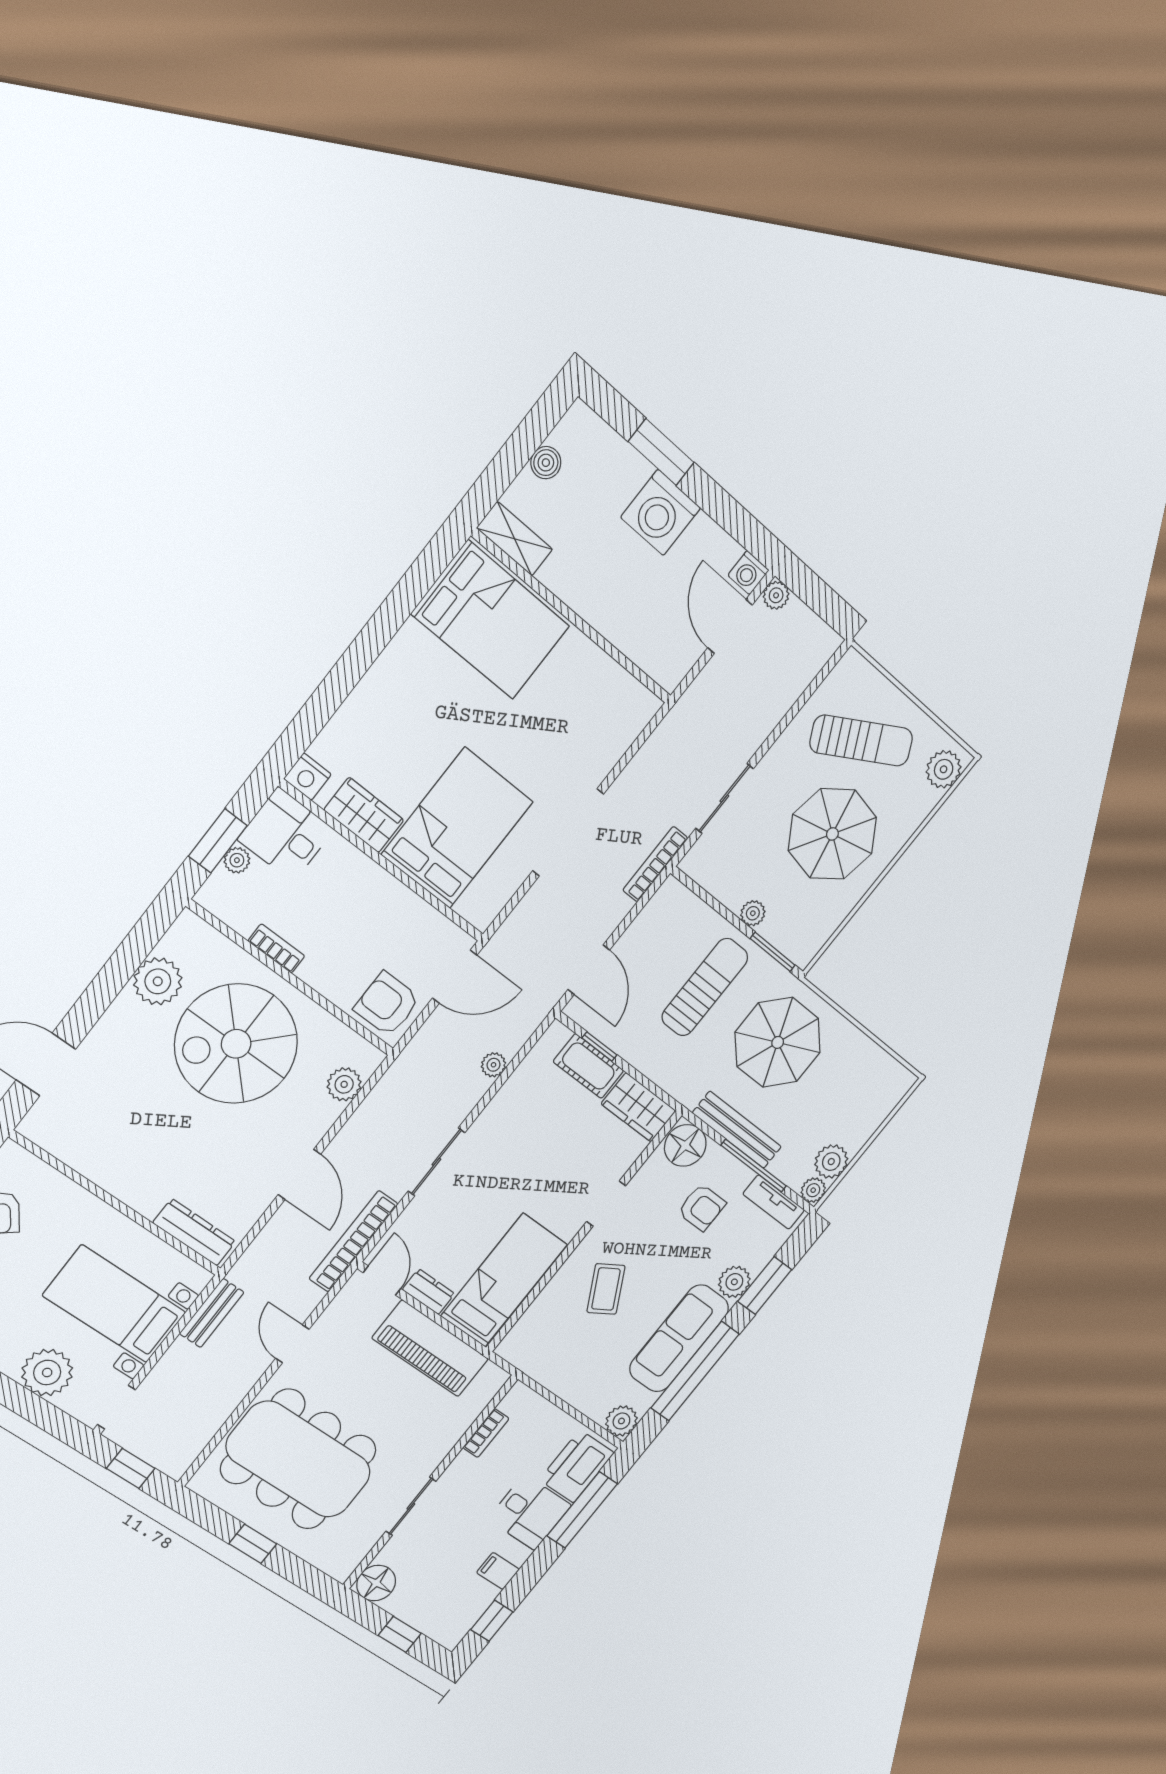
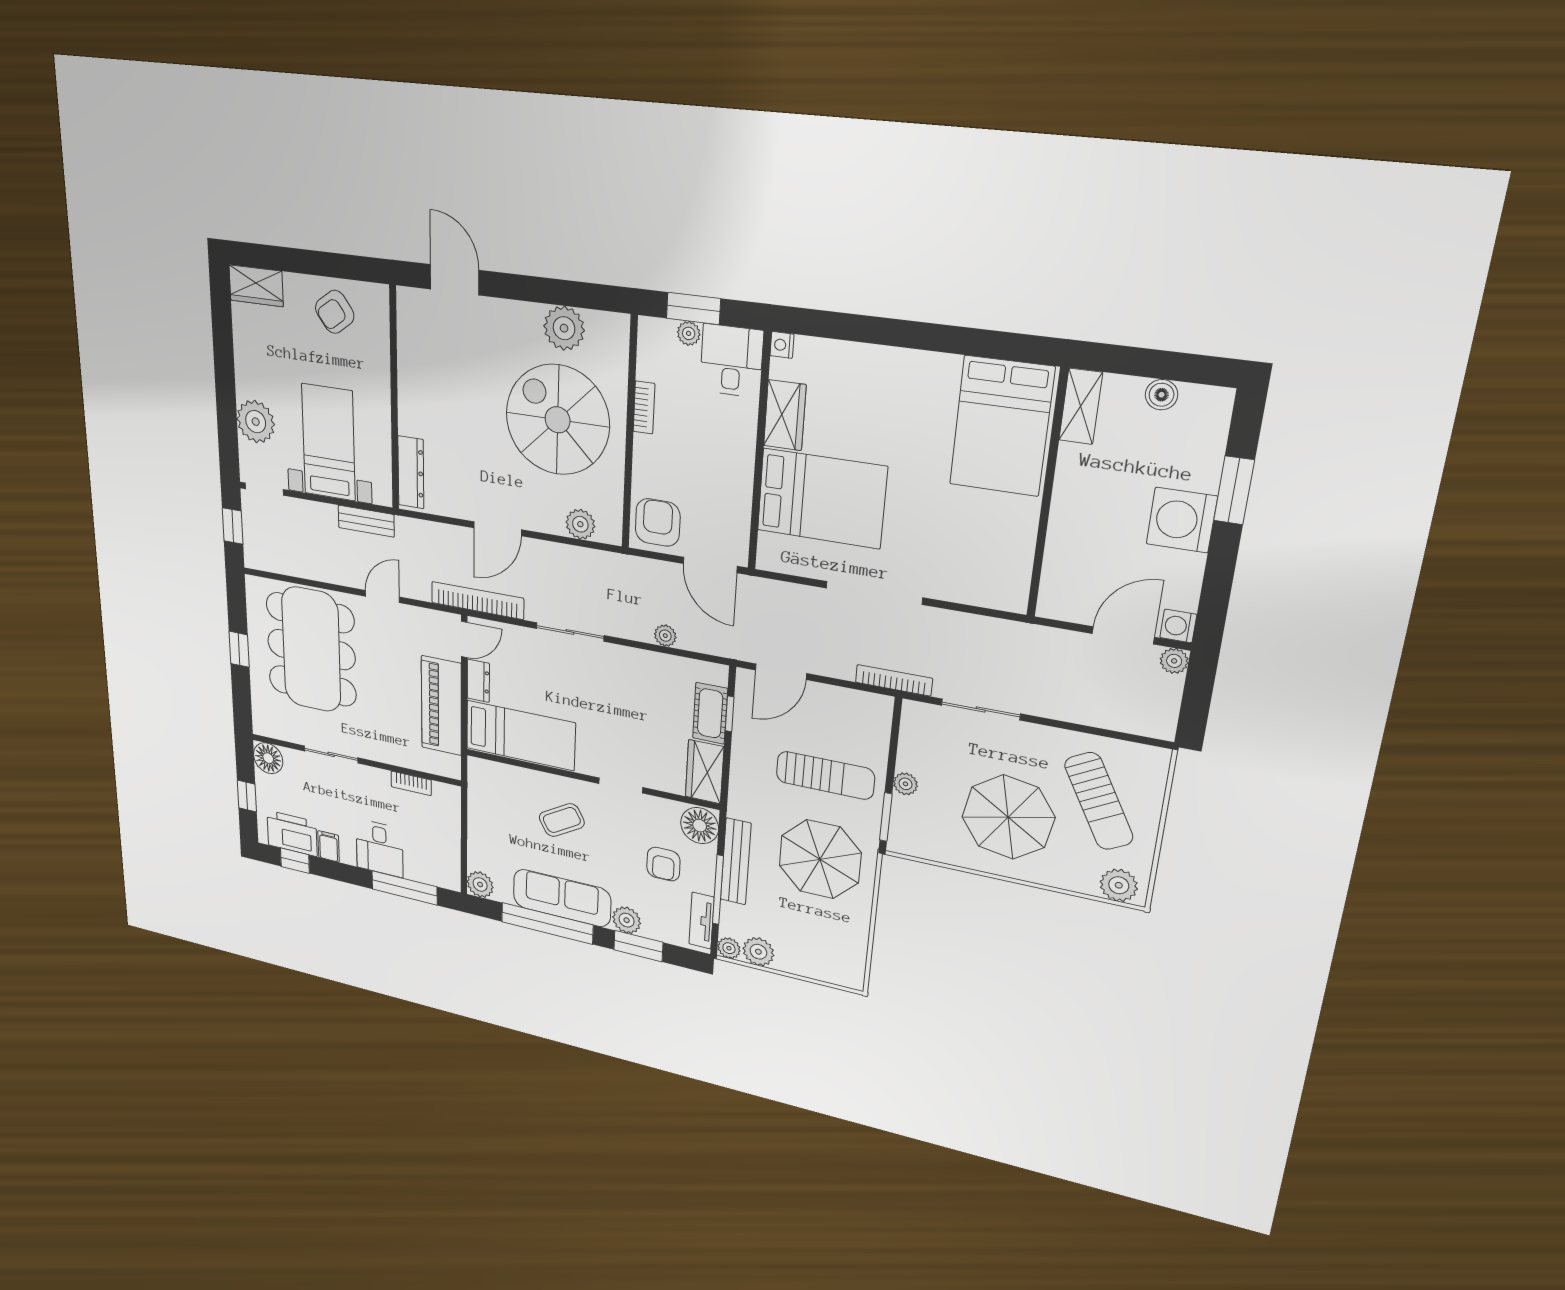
nightstand: (307, 777) -> (782, 345), width x0.72, depth x0.74
printer: (577, 1466) -> (292, 833), moved

